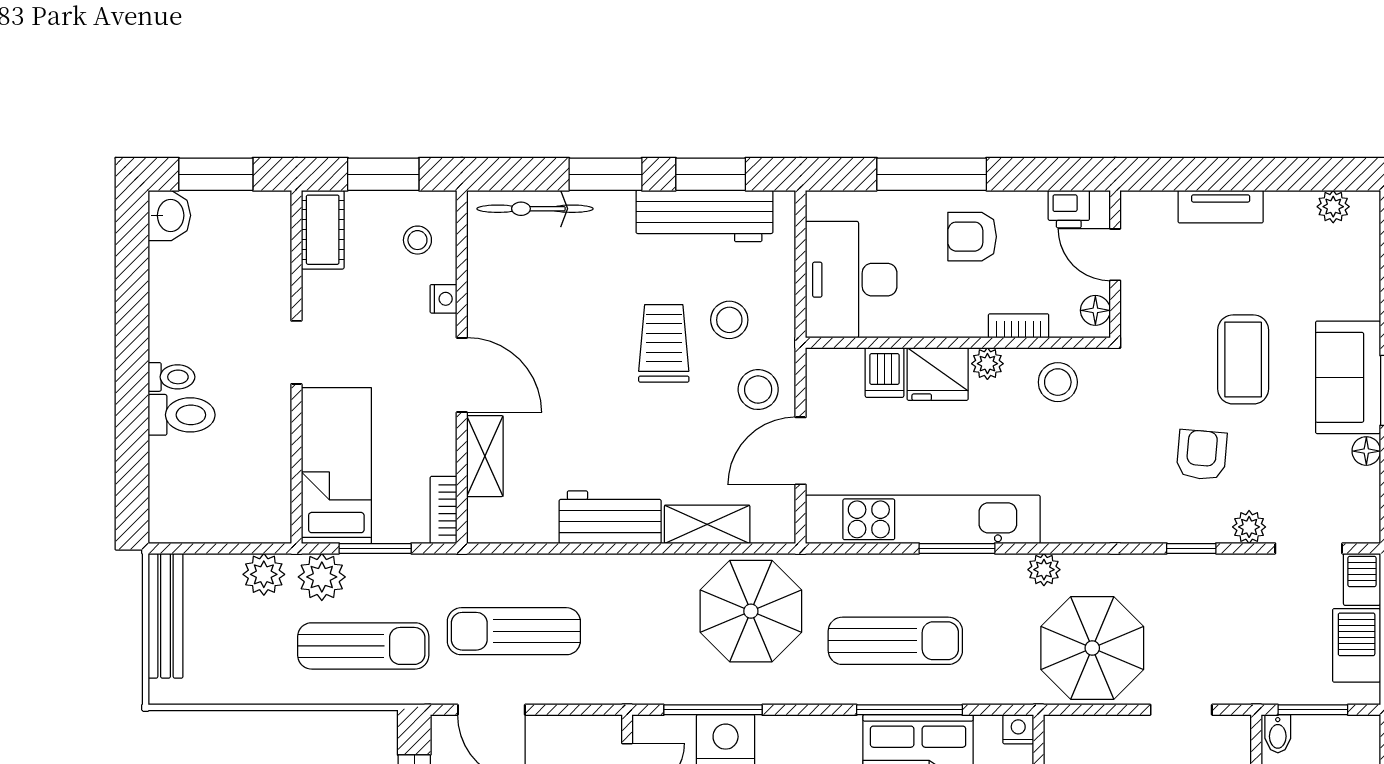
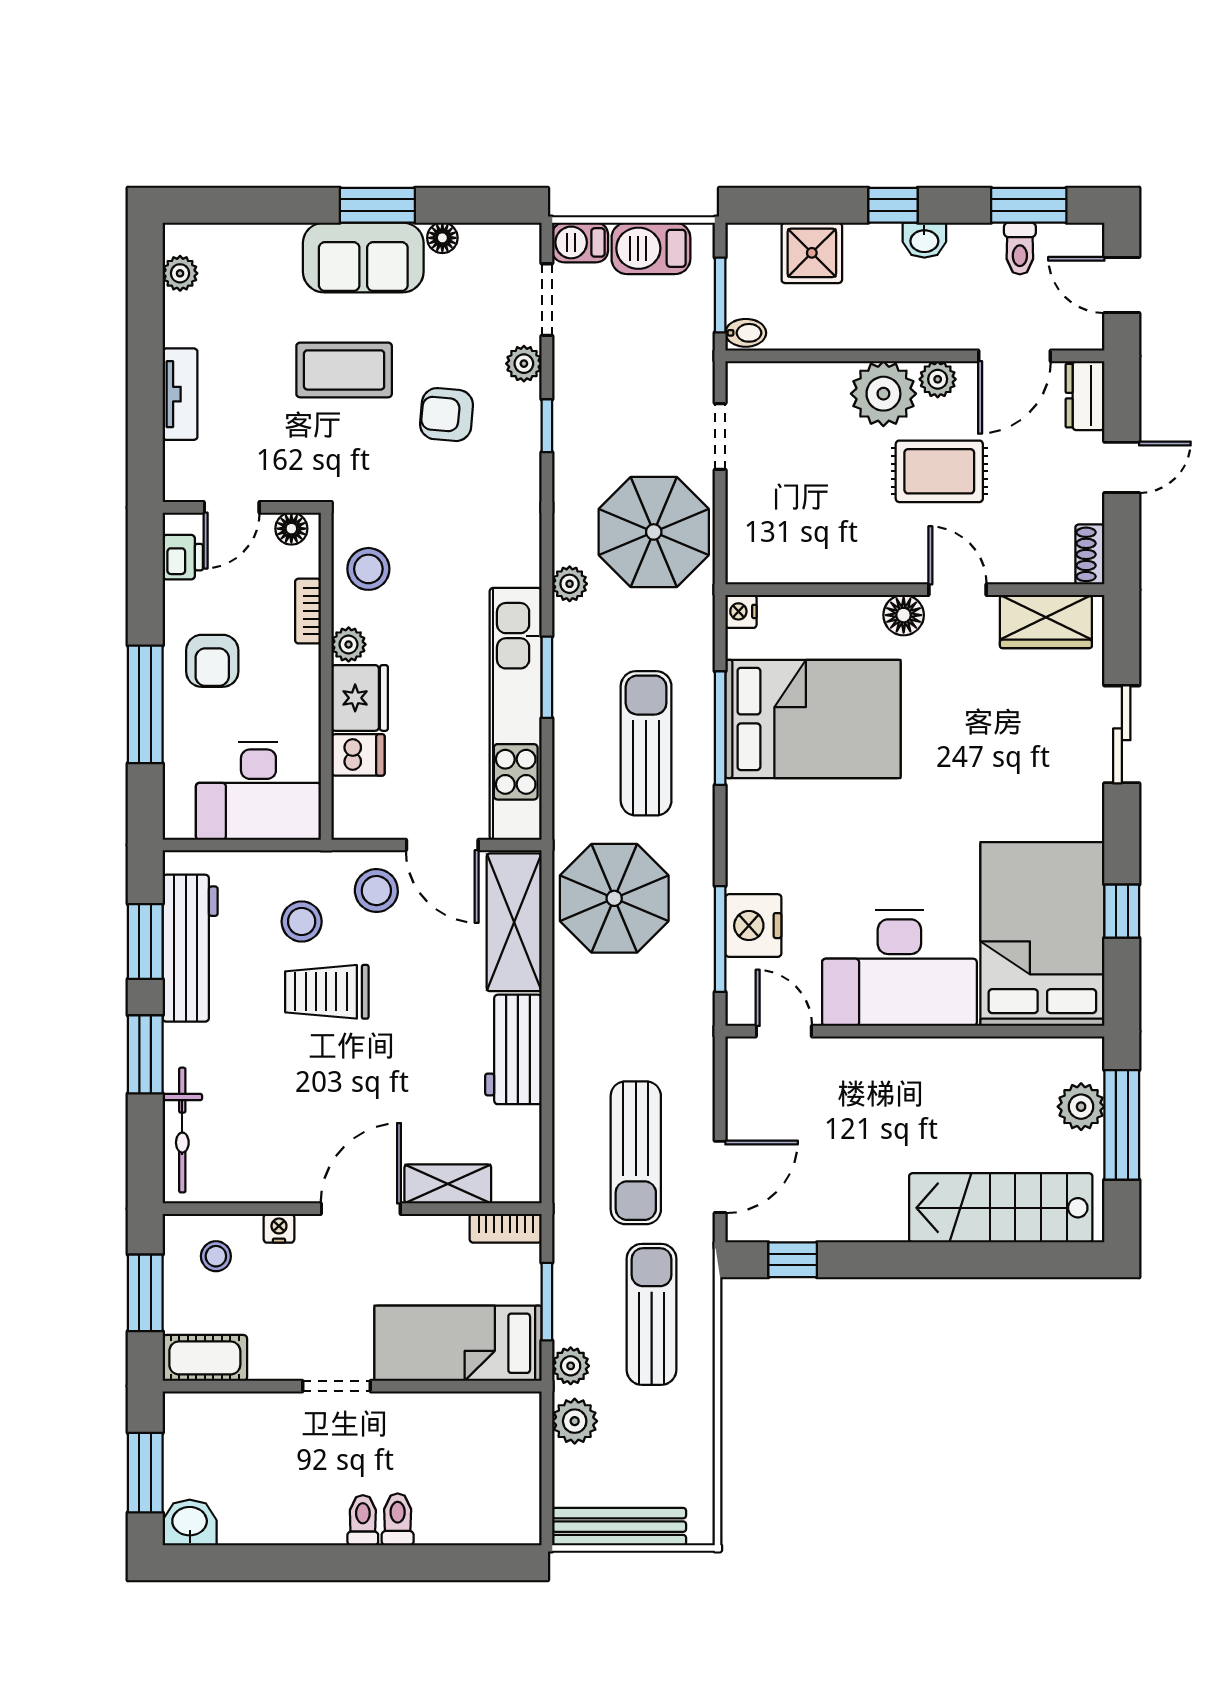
toilet: (182, 415) -> (398, 1519), width x0.73, depth x0.72
shelving: (707, 524) -> (514, 922), width x1.50, depth x1.33
plant: (322, 577) -> (571, 1366), width x0.73, depth x0.73

